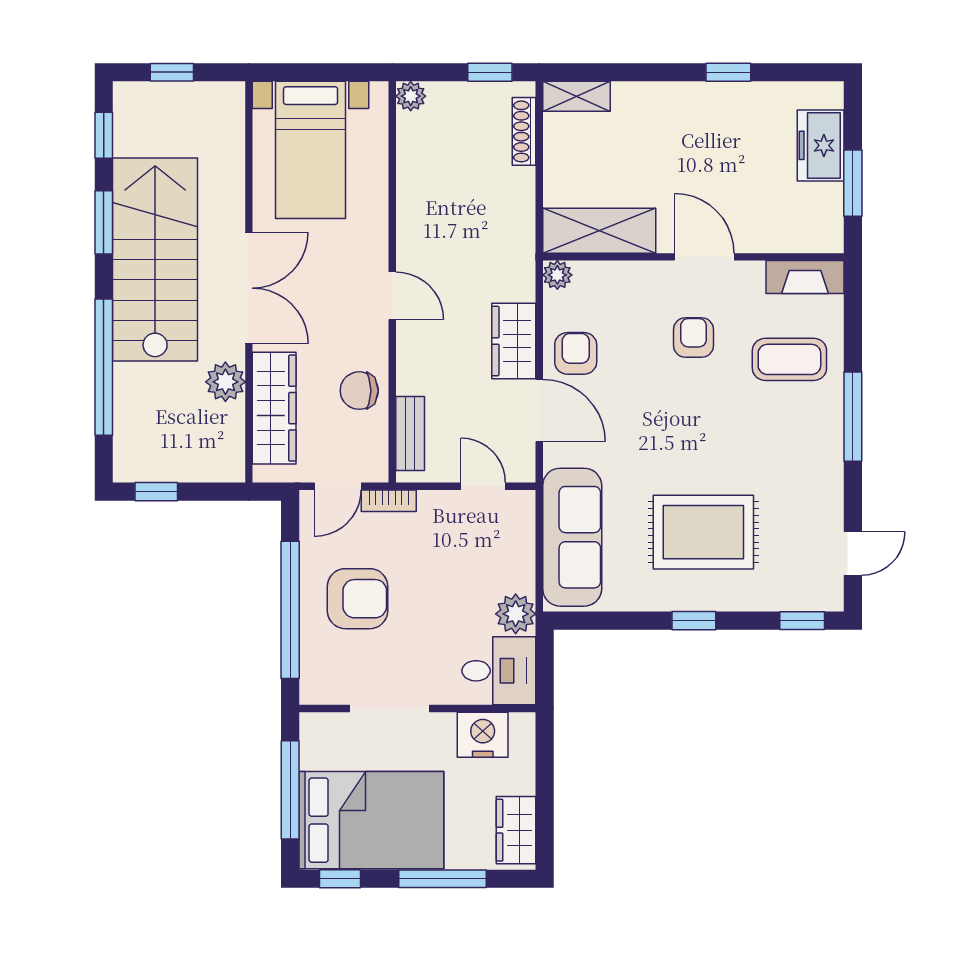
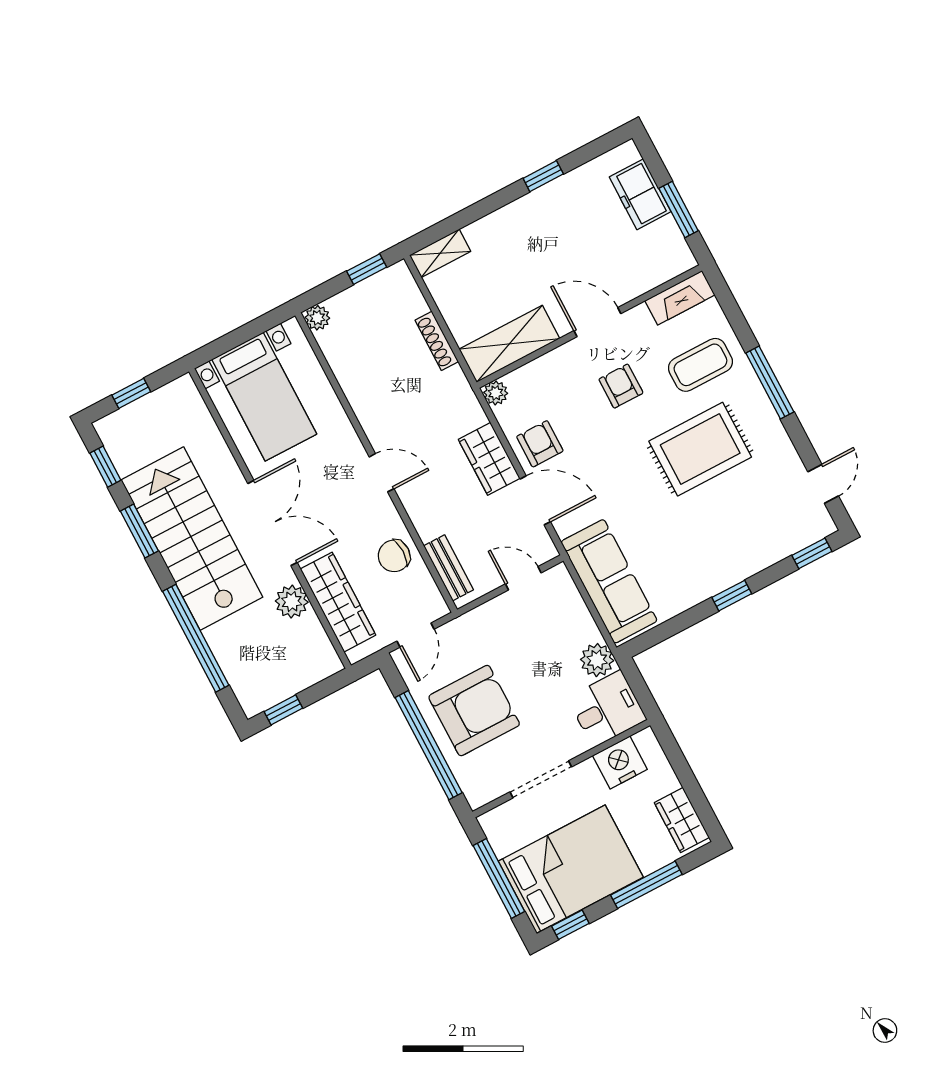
shoe rack: (524, 131) -> (437, 341), moved
bookcase: (389, 501) -> (459, 626), removed
rug: (703, 532) -> (700, 449), moved
armchair: (358, 599) -> (474, 711), width x1.36, depth x1.36

